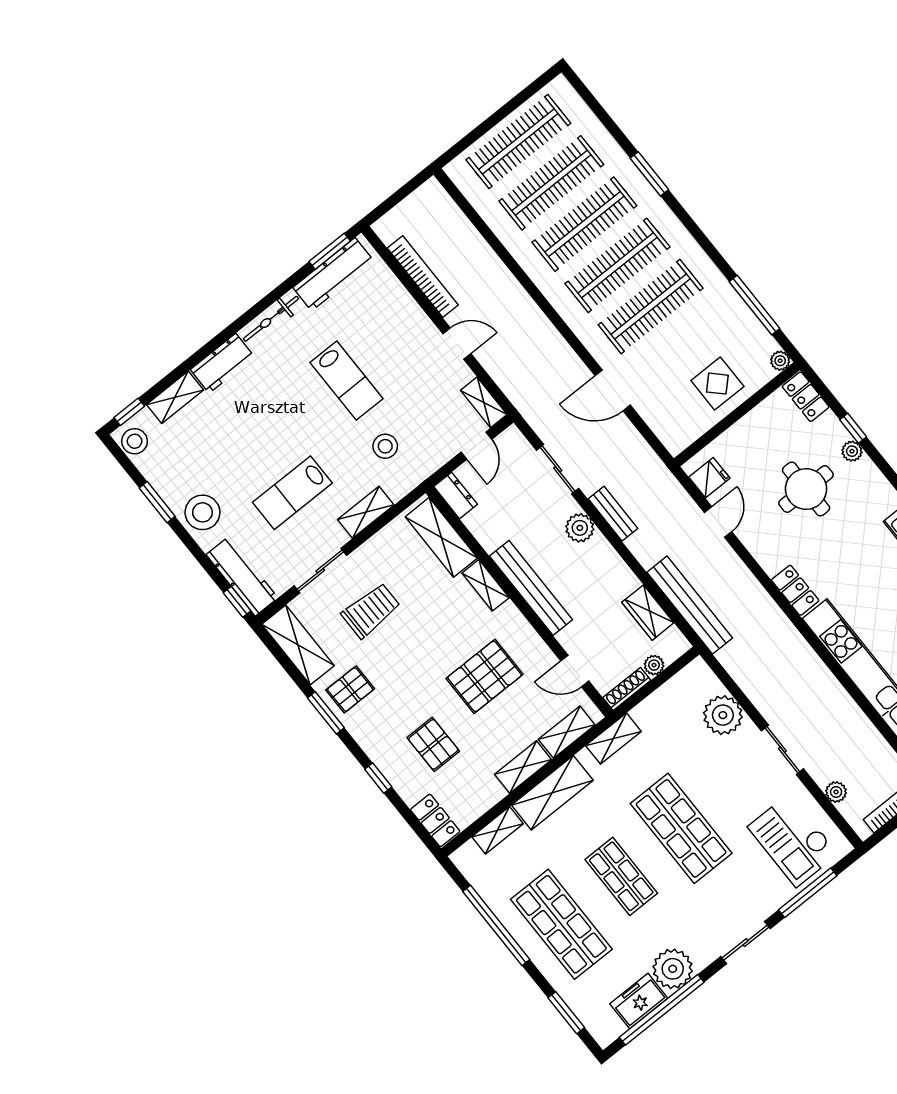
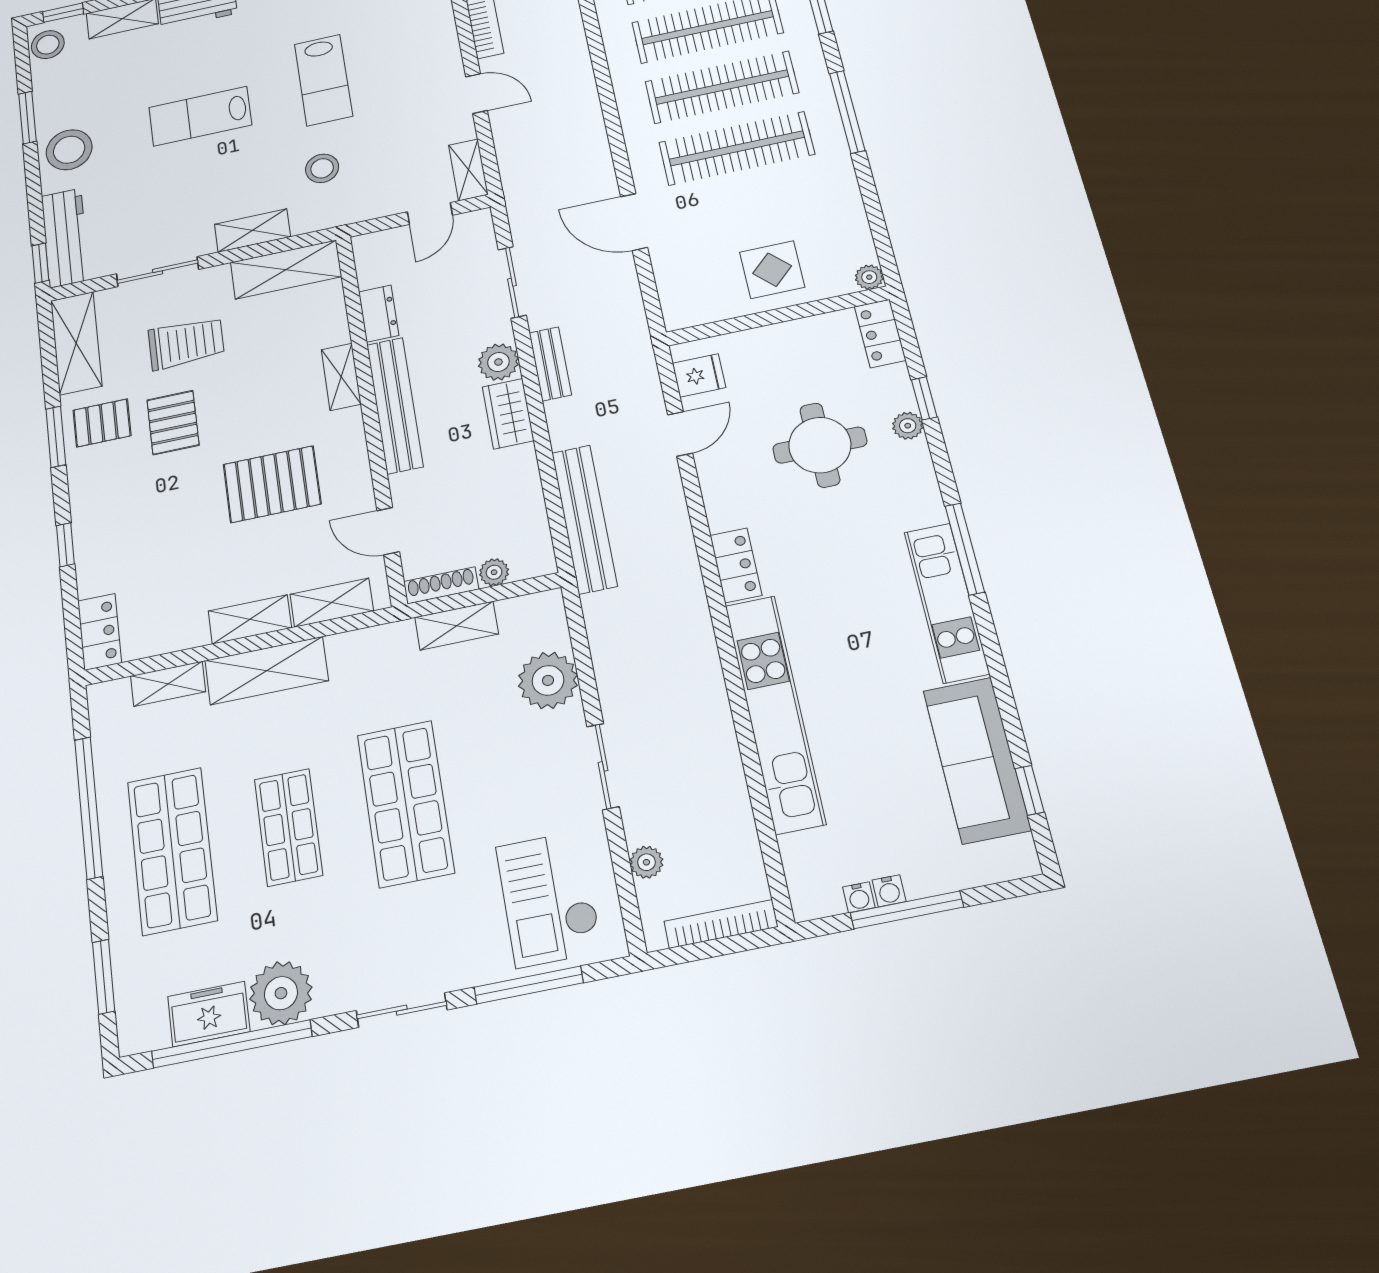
window: (754, 305) -> (847, 112), moved
lab bench: (292, 493) -> (200, 116), moved
dresser: (456, 495) -> (379, 314), moved
shelving: (441, 537) -> (286, 270), moved, turned 90
wardrobe: (648, 613) -> (508, 414), moved
shelving: (613, 738) -> (457, 626), moved
pallet: (433, 744) -> (173, 423), moved

